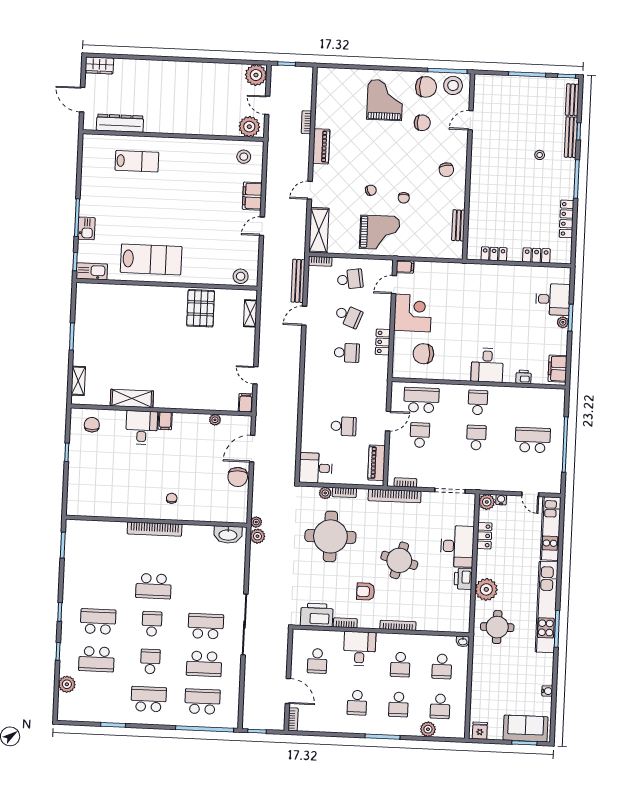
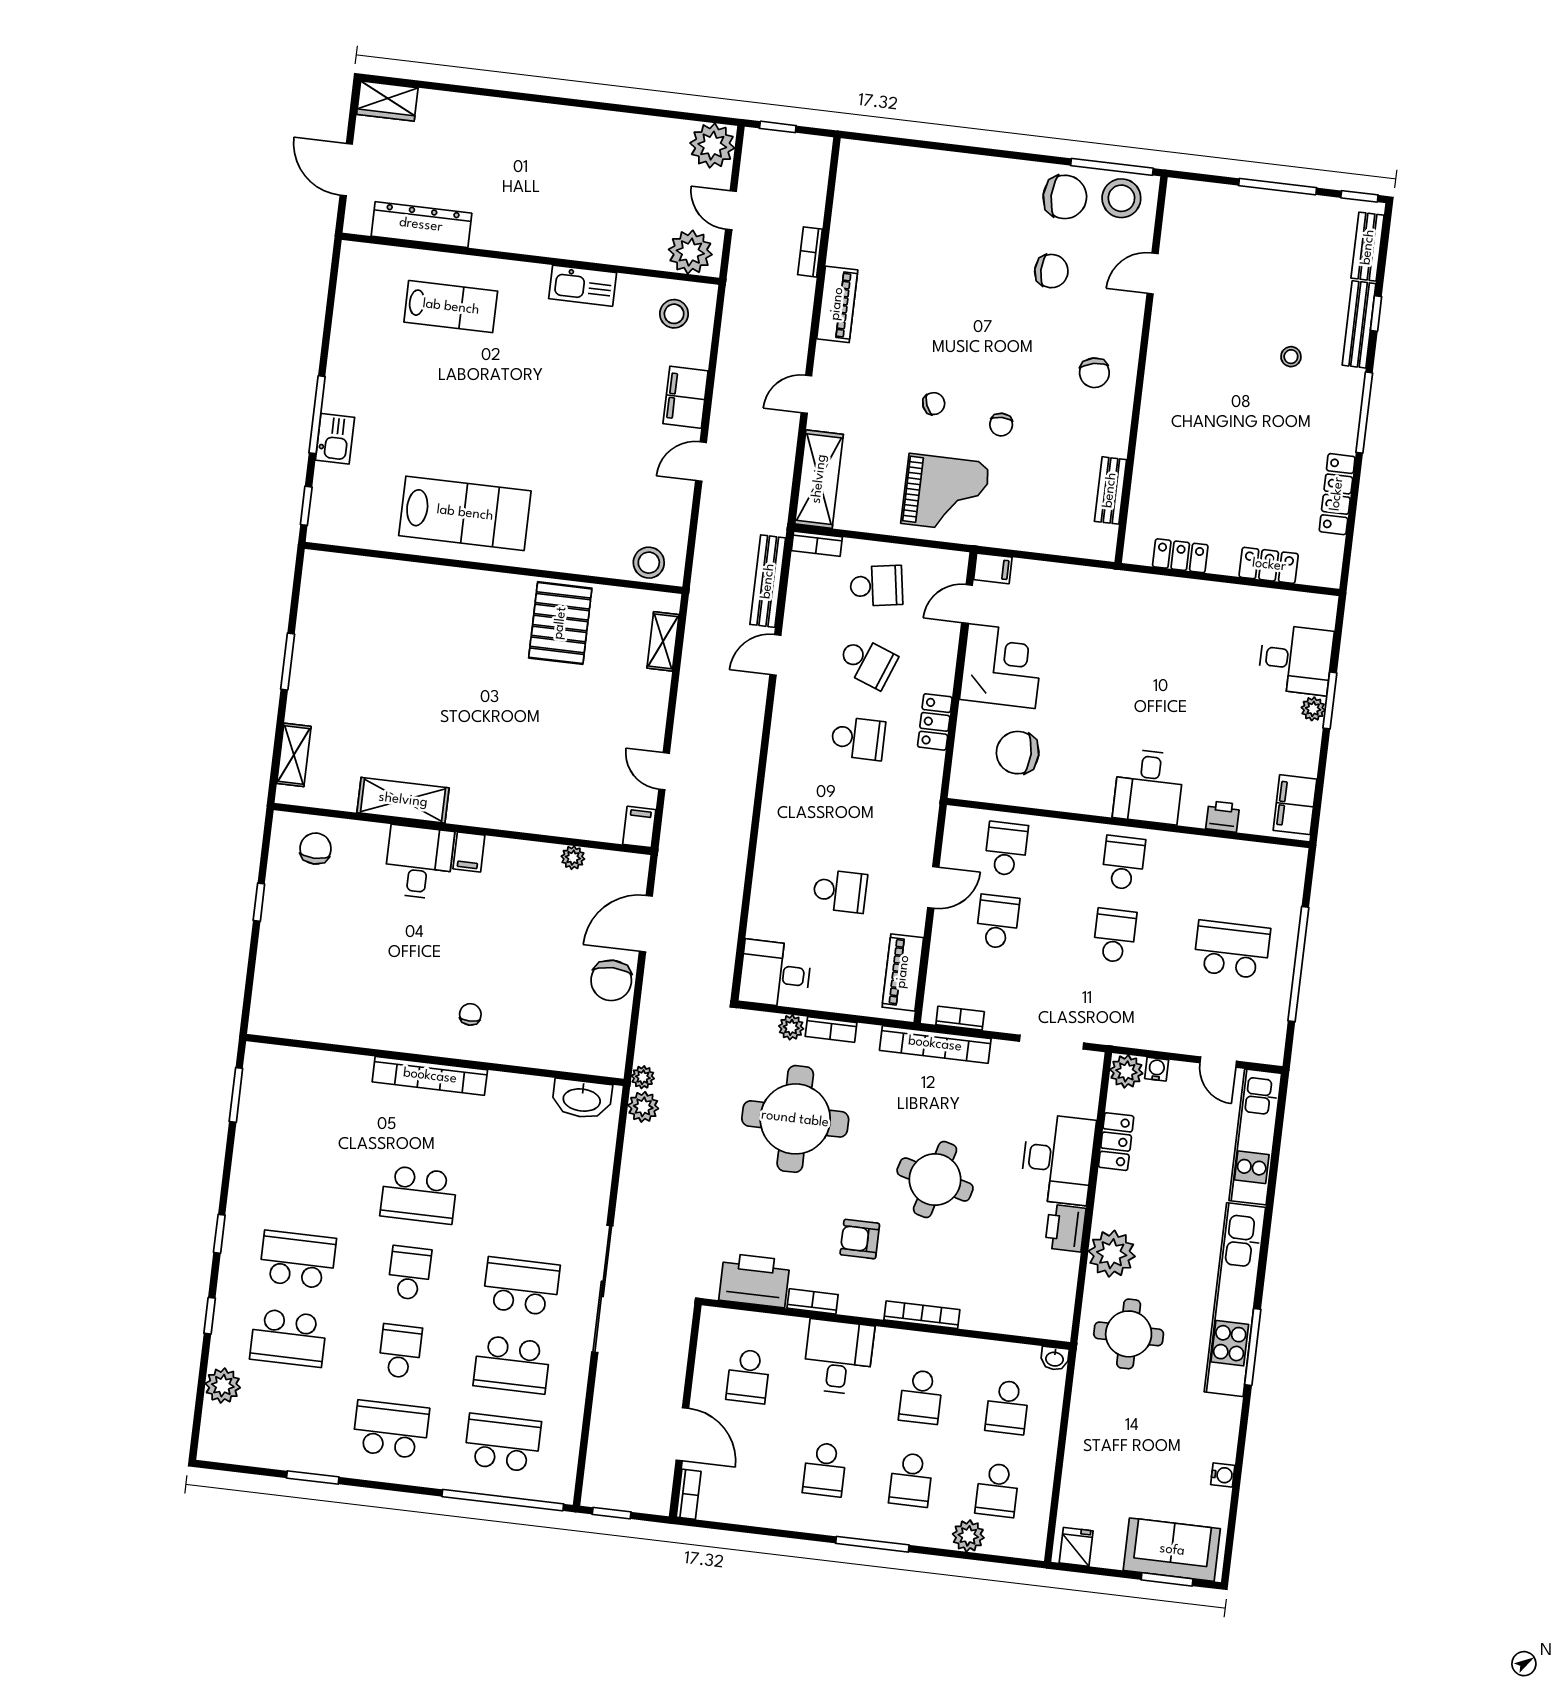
grand piano: (385, 100) -> (977, 218), removed
kitchen sink: (92, 271) -> (583, 286), moved, turned 180
school desk: (421, 400) -> (1006, 849), width x0.54

